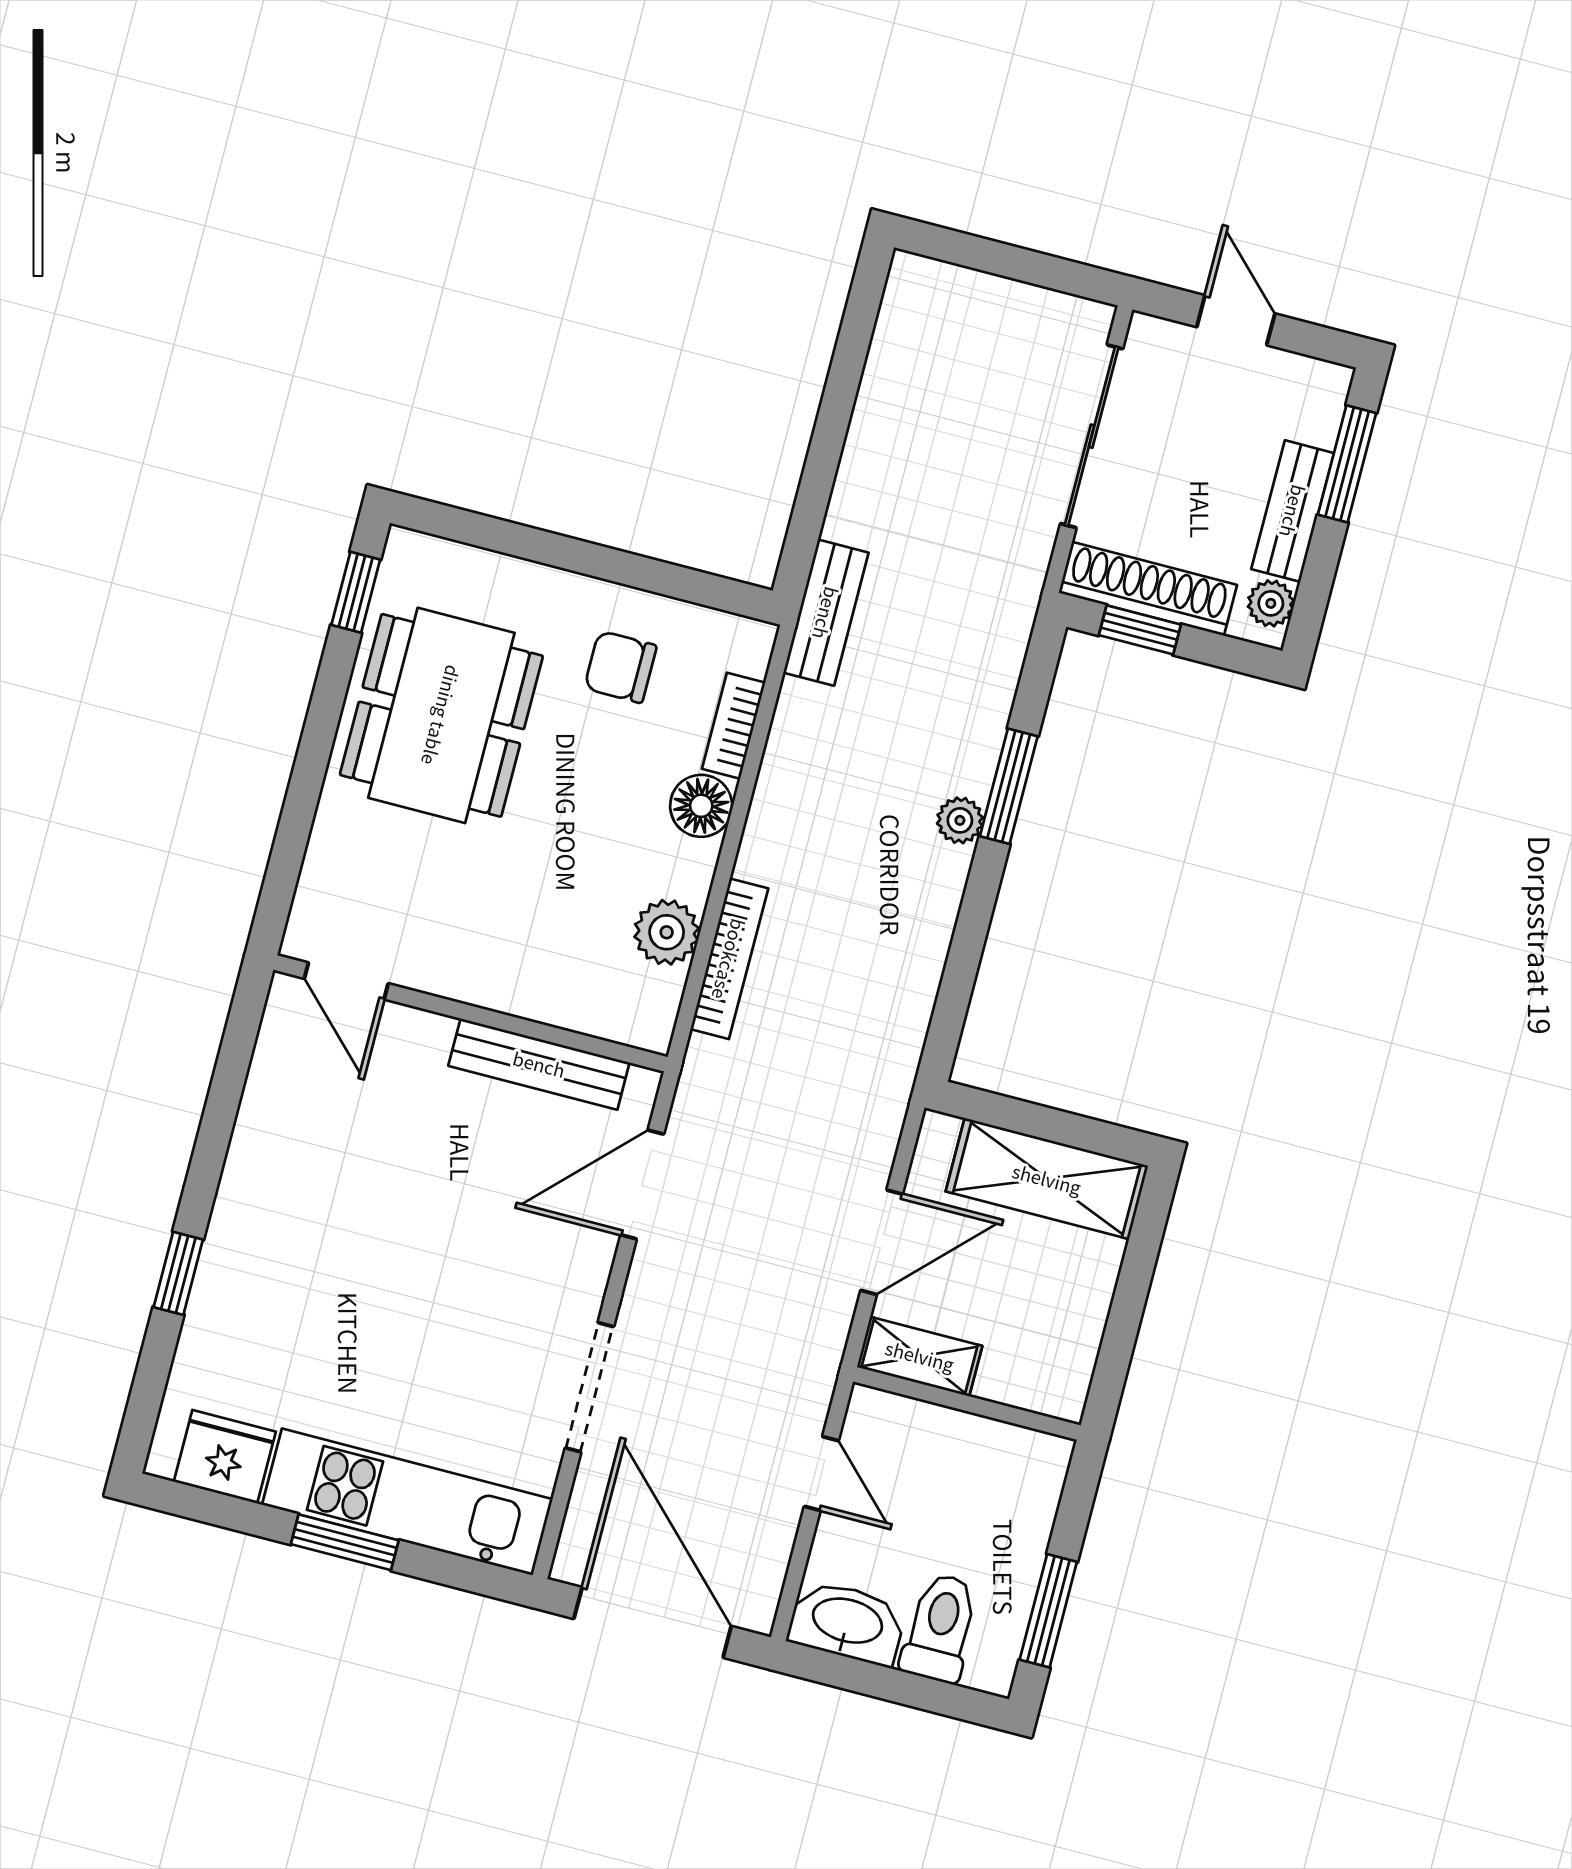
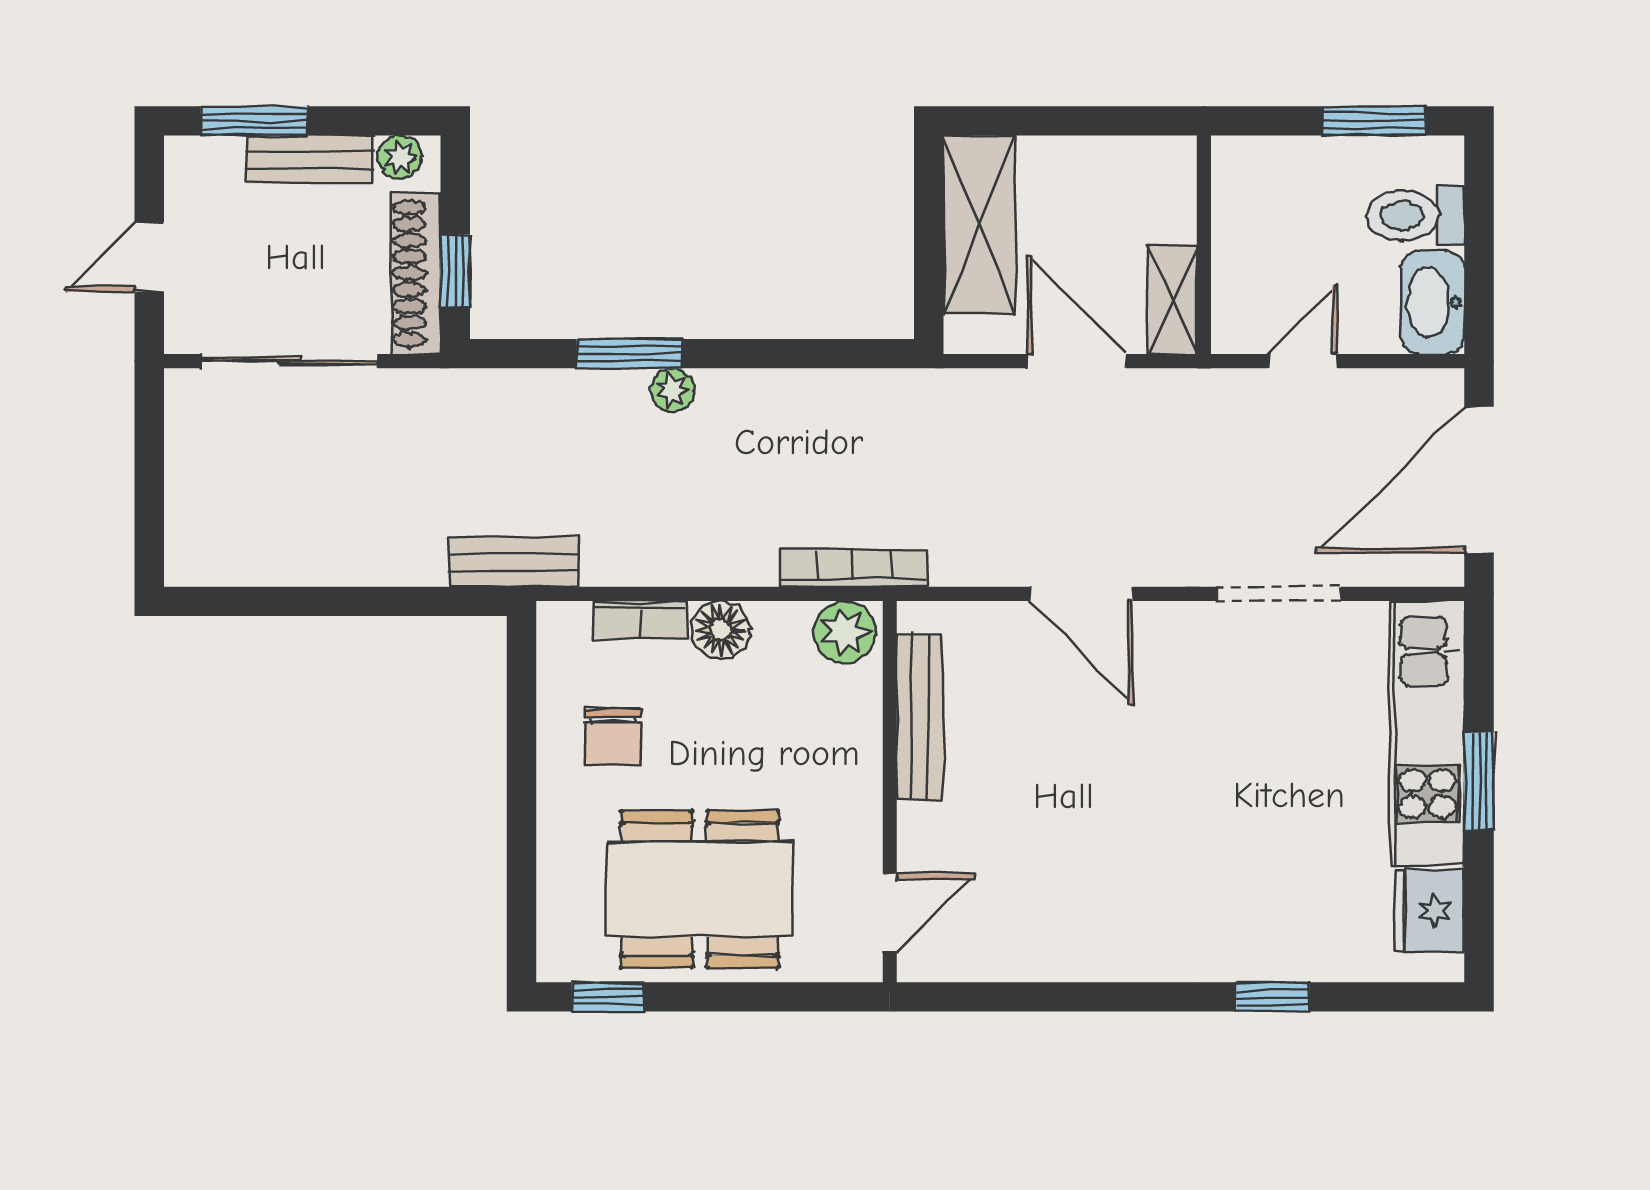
door: (346, 981) -> (890, 913), moved
wall: (471, 1013) -> (890, 792), moved
bench: (539, 1064) -> (920, 717), moved

